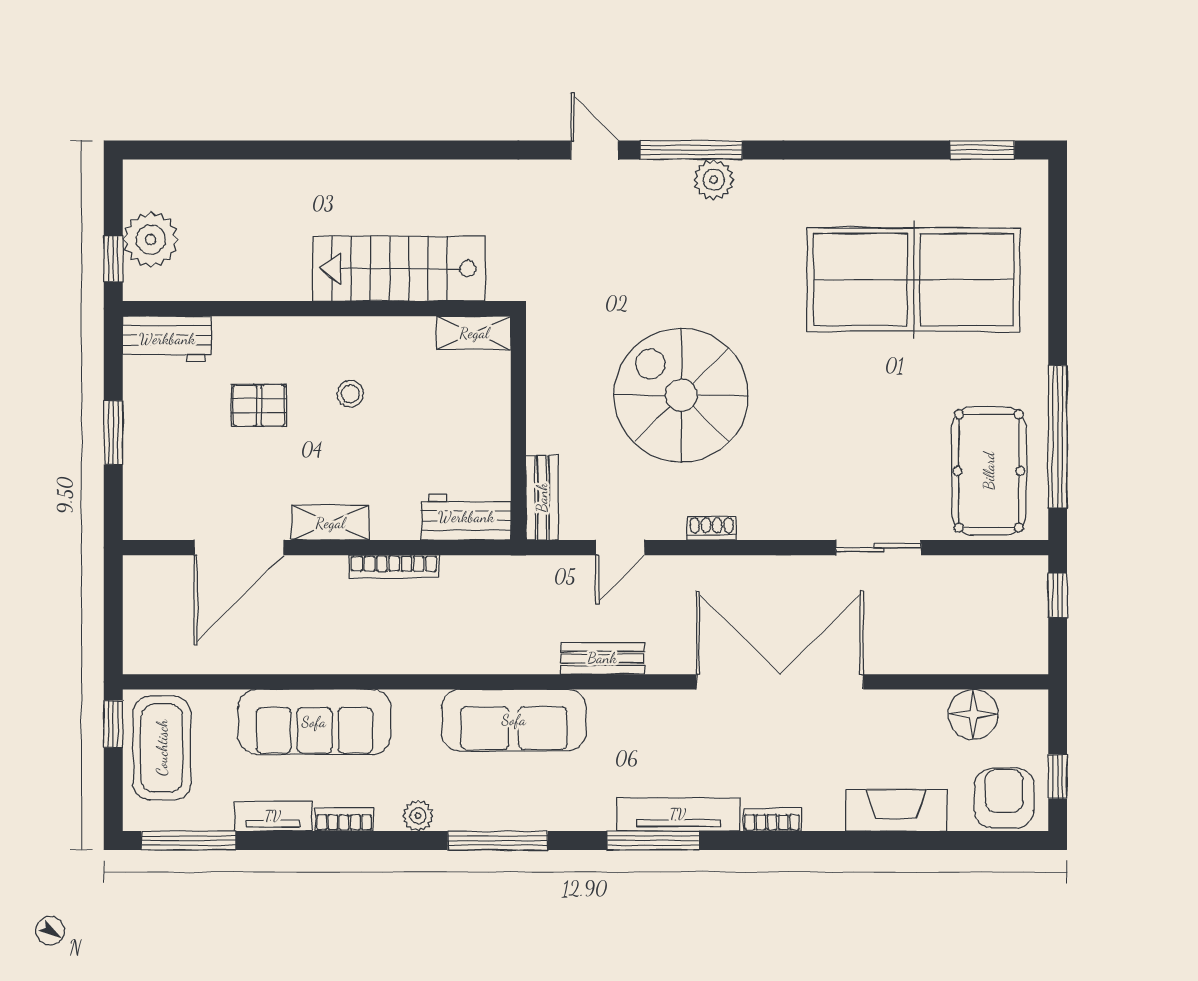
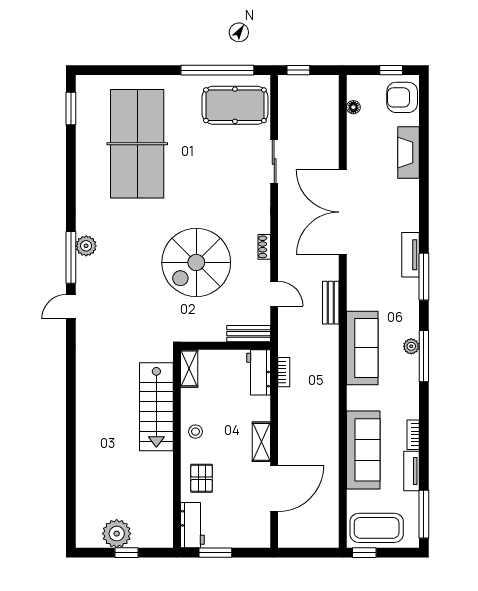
stairs: (399, 269) -> (156, 407), moved
wall: (317, 309) -> (177, 449), moved
shelving: (474, 333) -> (189, 368), moved
workbench: (167, 339) -> (192, 525), moved
door: (239, 548) -> (274, 489), hinge flipped
bookcase: (394, 567) -> (284, 372), moved, width x0.64
floor lamp: (973, 714) -> (353, 107), width x0.53, depth x0.53
tv unit: (678, 814) -> (411, 255), width x0.71
plant: (418, 816) -> (411, 346), moved
bookcase: (772, 820) -> (413, 216), removed

